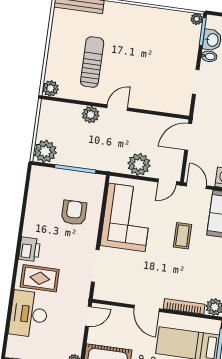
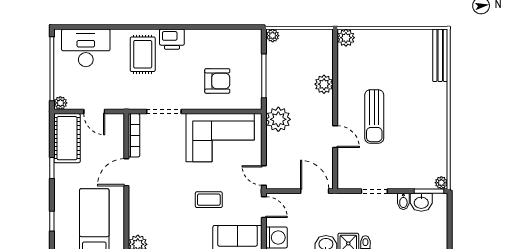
sun lounger: (92, 62) -> (374, 117), moved, turned 90
door: (117, 108) -> (335, 137), moved
plant: (45, 151) -> (273, 36), width x0.53, depth x0.53
plant: (139, 164) -> (278, 119), moved
door: (196, 186) -> (264, 207), hinge flipped
bookcase: (184, 306) -> (134, 135), moved
desk: (29, 314) -> (86, 48), moved
door: (88, 316) -> (94, 111), moved

